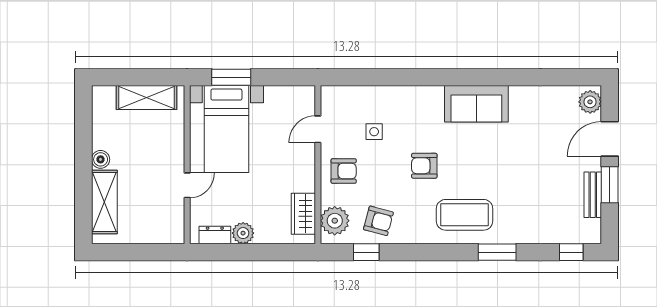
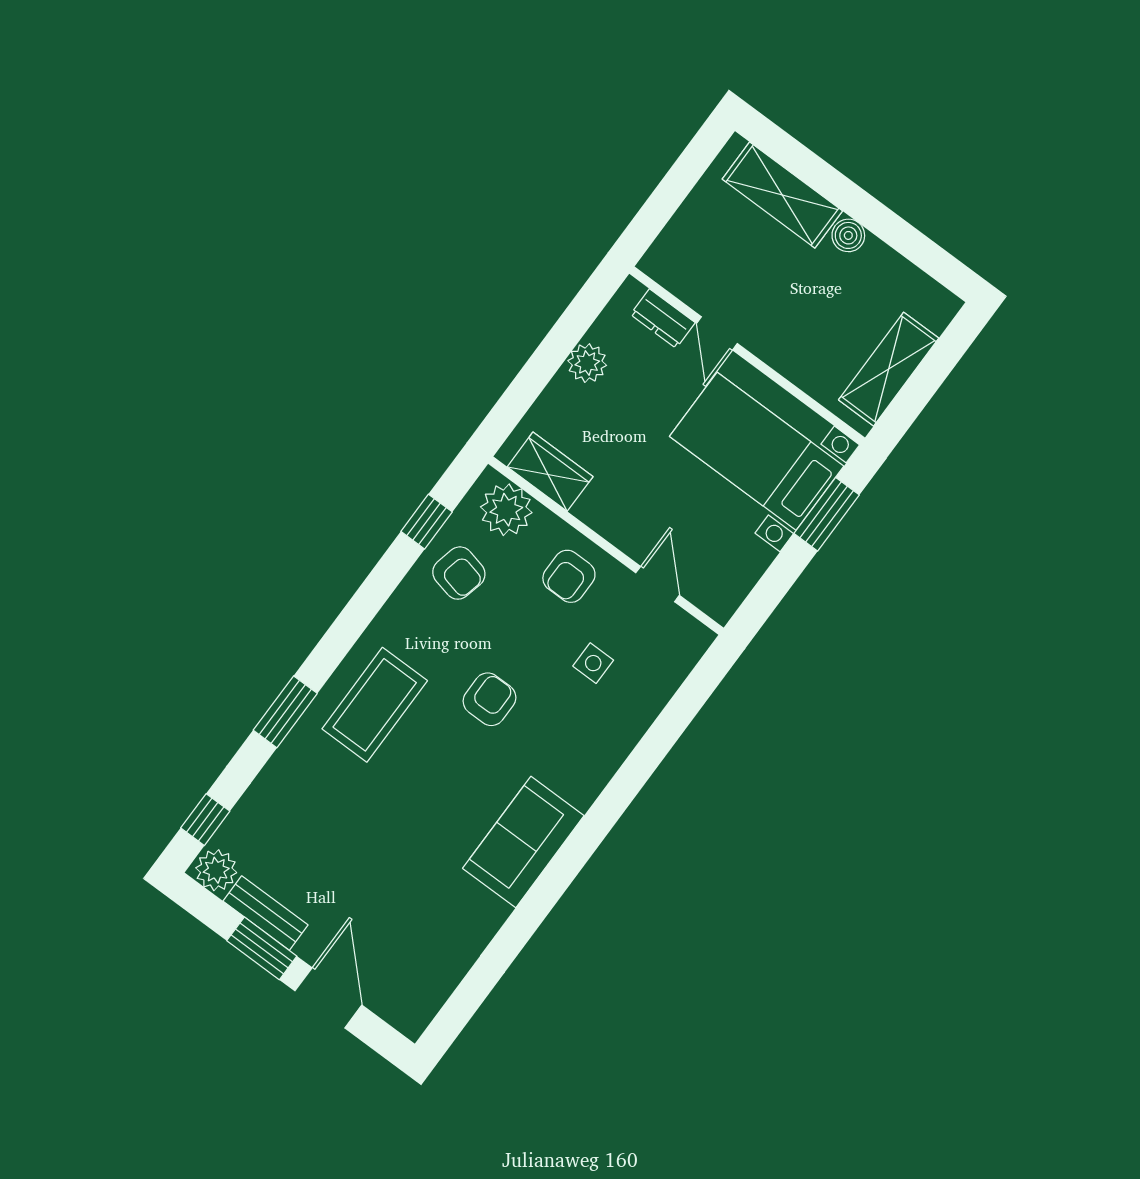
plant: (590, 102) -> (216, 870), moved
armchair: (378, 221) -> (459, 573), turned -92
dresser: (215, 235) -> (663, 319), moved, turned 90

